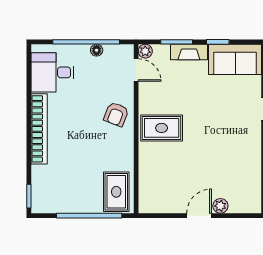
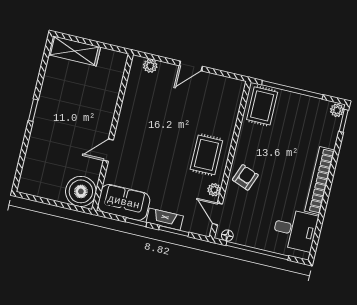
floor lamp: (97, 50) -> (227, 236), moved
plant: (145, 51) -> (214, 190), moved
rug: (162, 128) -> (206, 155), turned 90
plant: (38, 205) -> (337, 110), added
plant: (220, 206) -> (150, 66), moved

